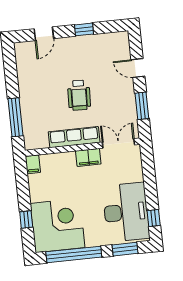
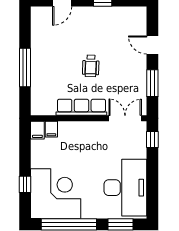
wheelchair: (79, 95) -> (91, 66), width x0.73, depth x0.73
window: (16, 117) -> (25, 67), moved
filing cabinet: (88, 157) -> (51, 129), moved, width x0.50
window: (154, 218) -> (152, 140), moved

